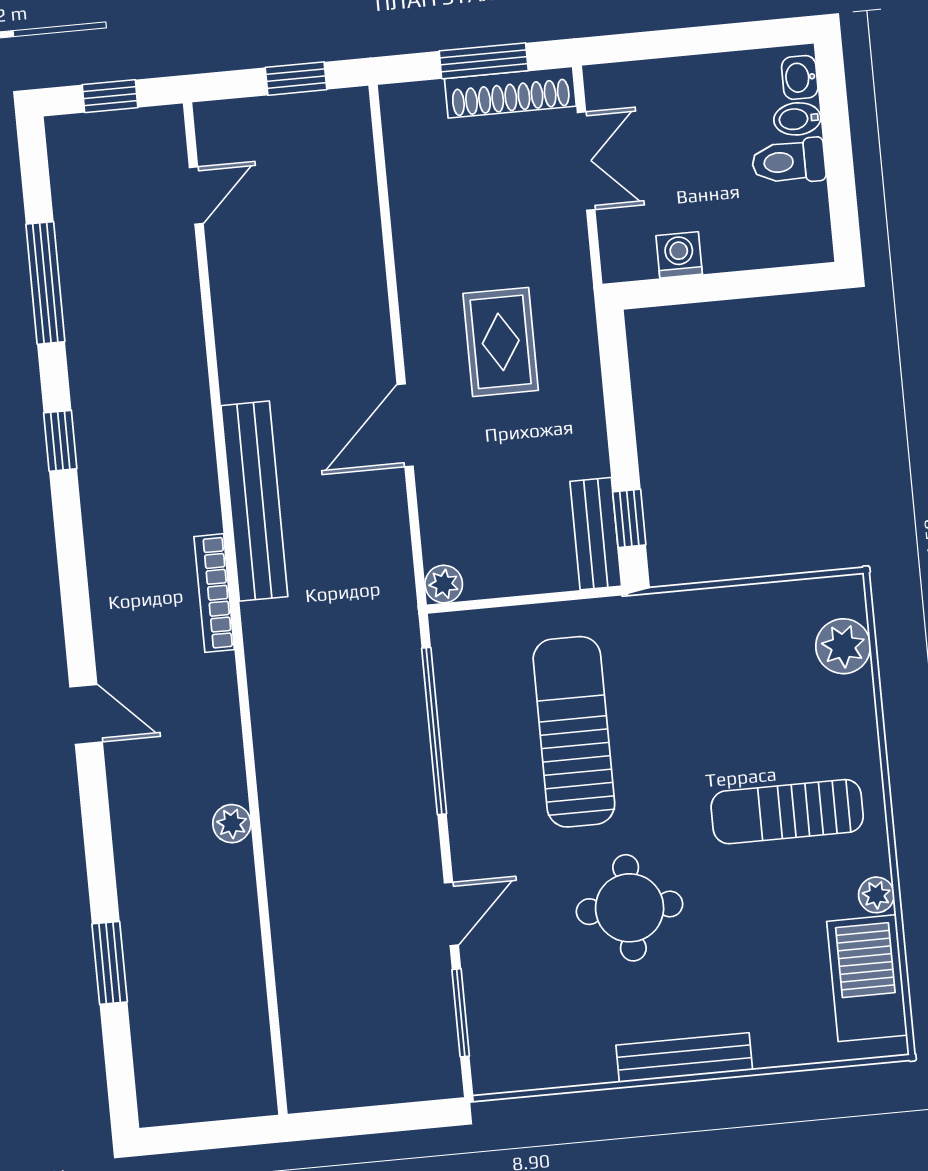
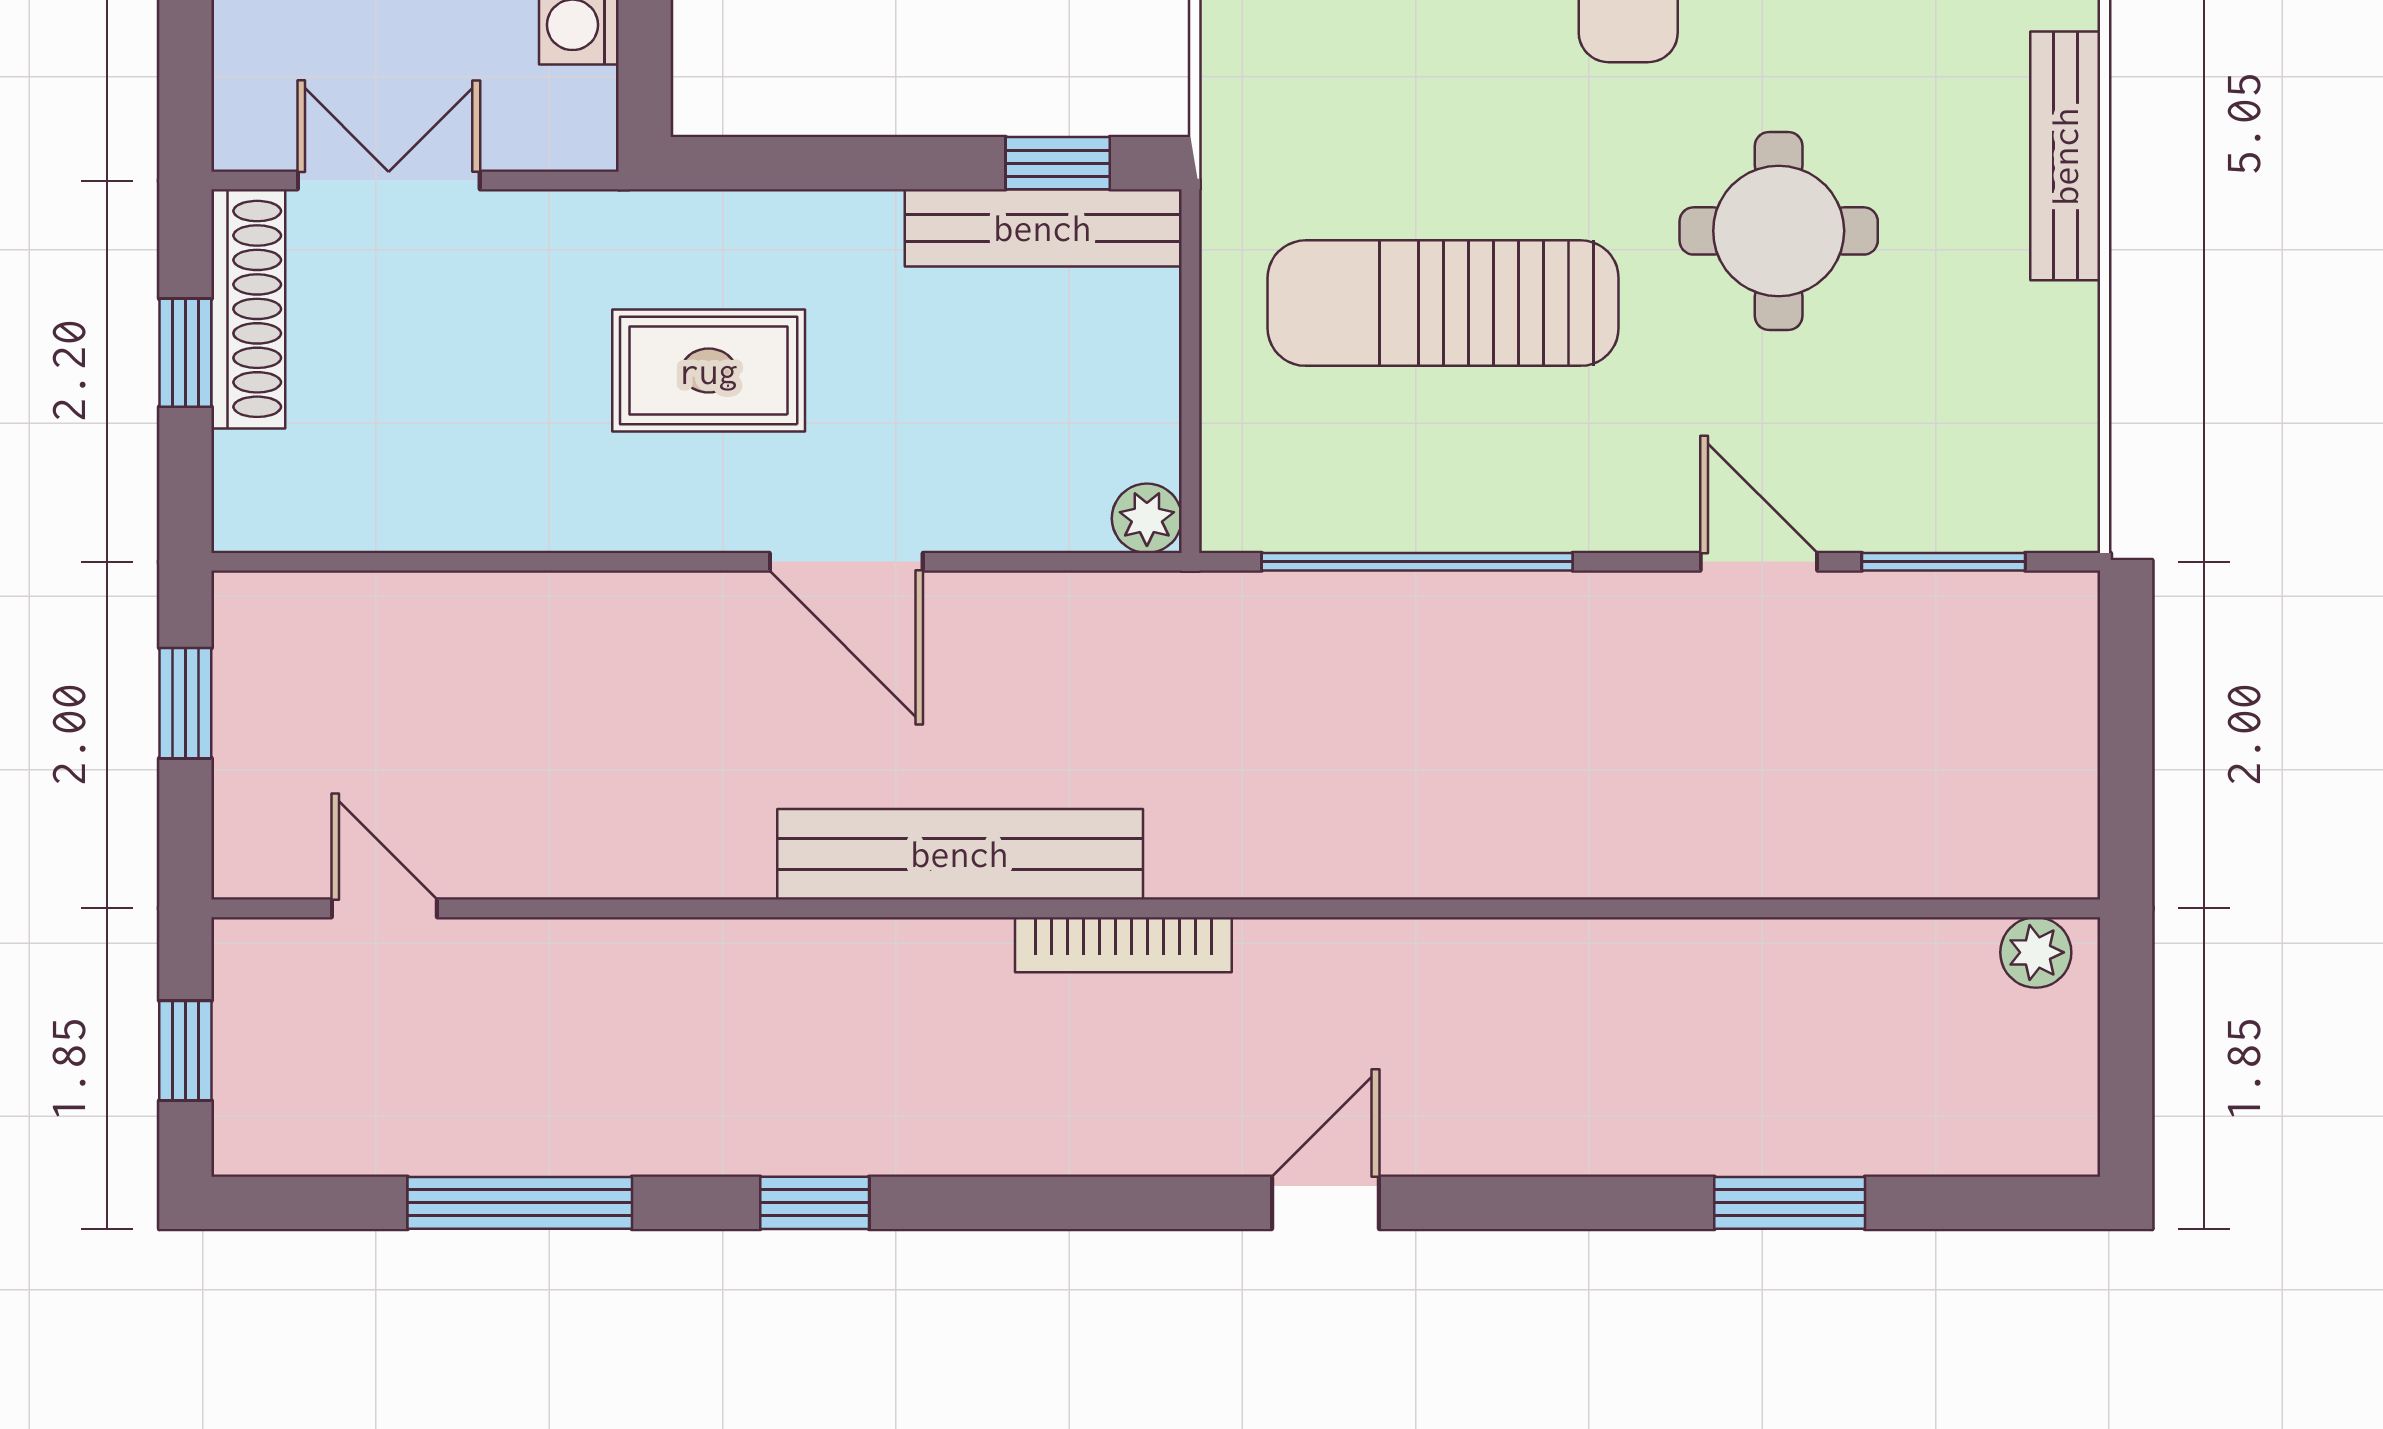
window: (484, 61) -> (185, 353), width x0.67
bench: (596, 534) -> (1043, 228), width x1.36
plant: (232, 824) -> (2036, 952), moved

